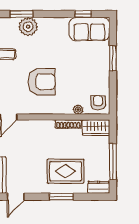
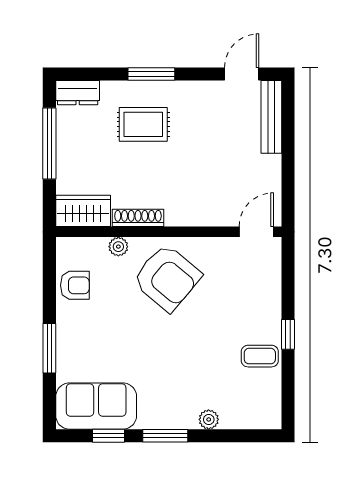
window: (21, 14) -> (165, 436), moved
plant: (28, 27) -> (209, 419), width x0.53, depth x0.53
armchair: (42, 82) -> (167, 278), moved, turned -140
armchair: (98, 103) -> (75, 285), moved, turned -90
rug: (66, 171) -> (143, 124), width x0.73, depth x0.70

